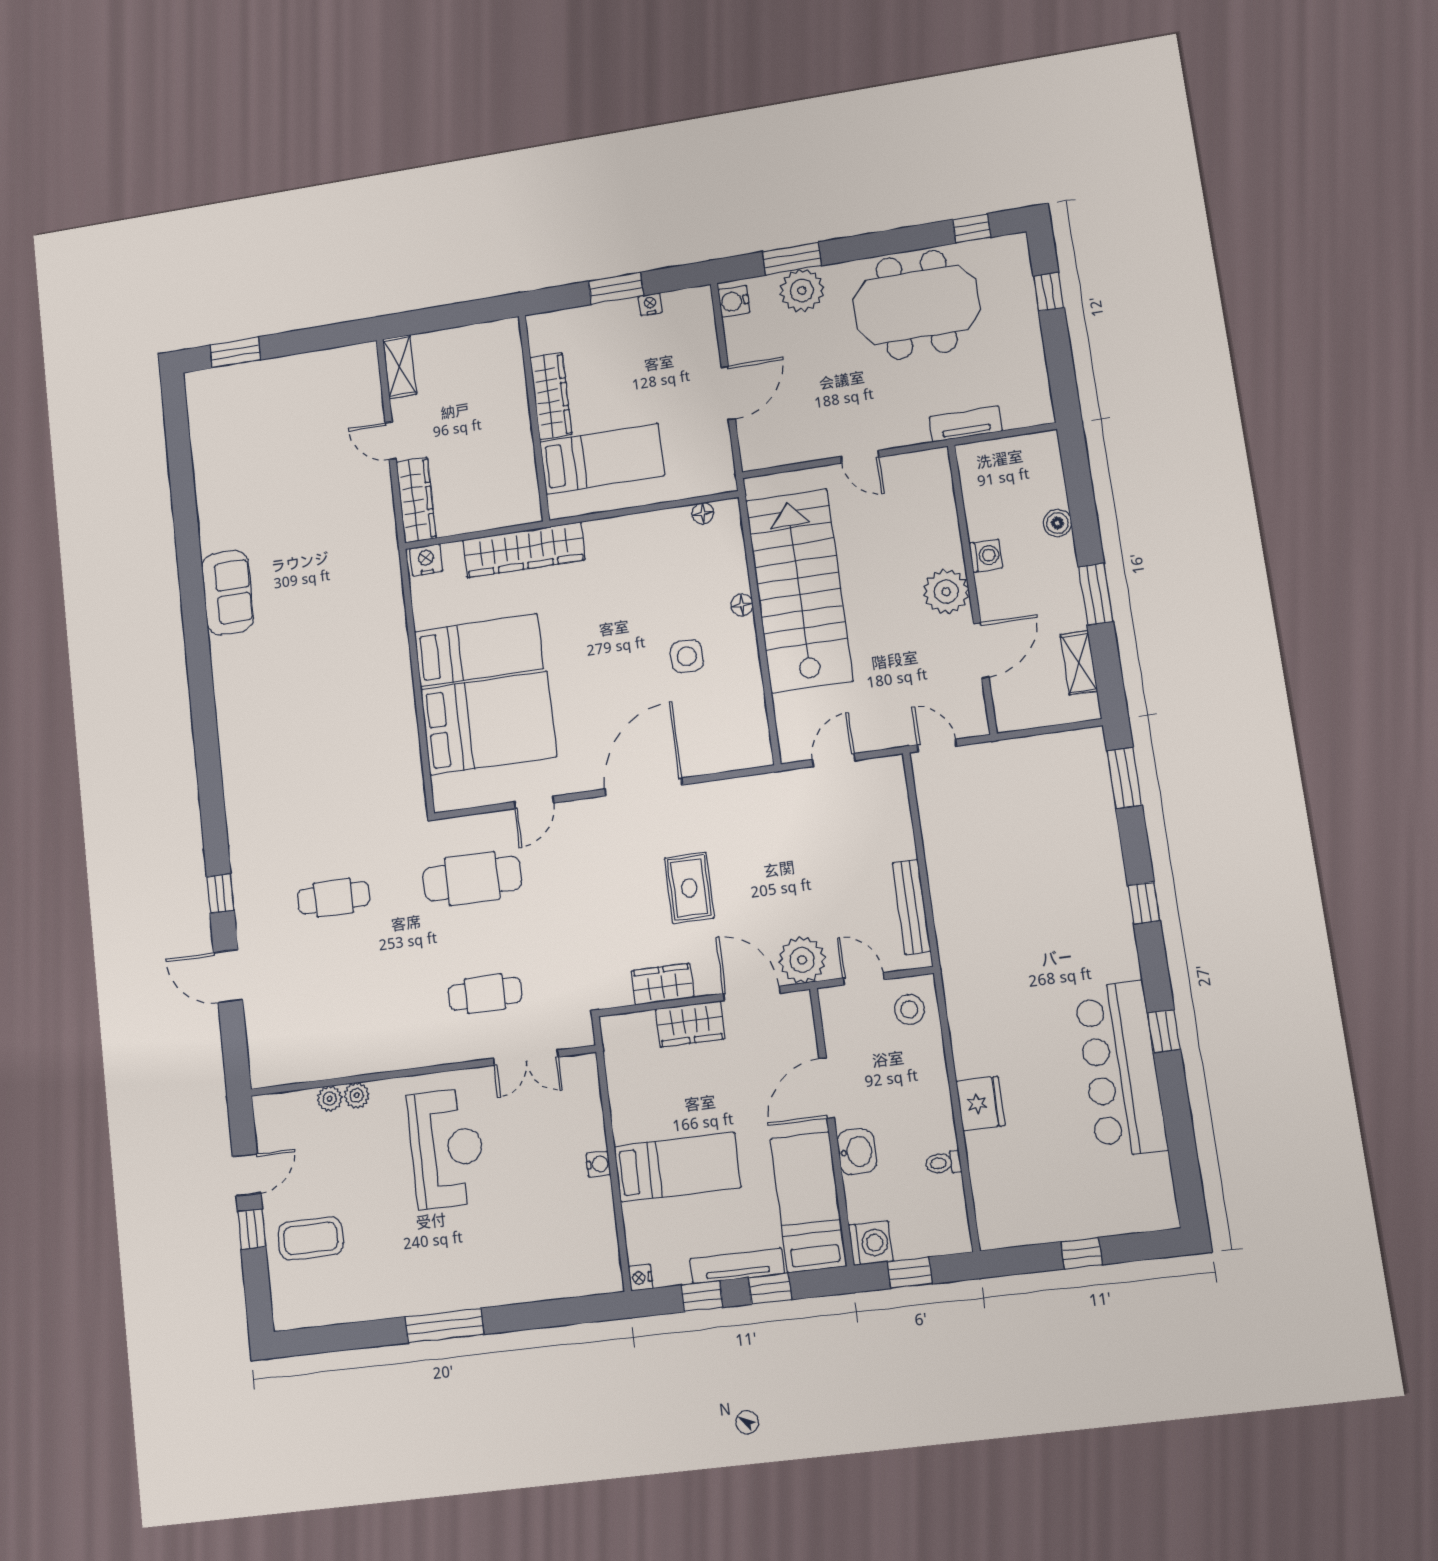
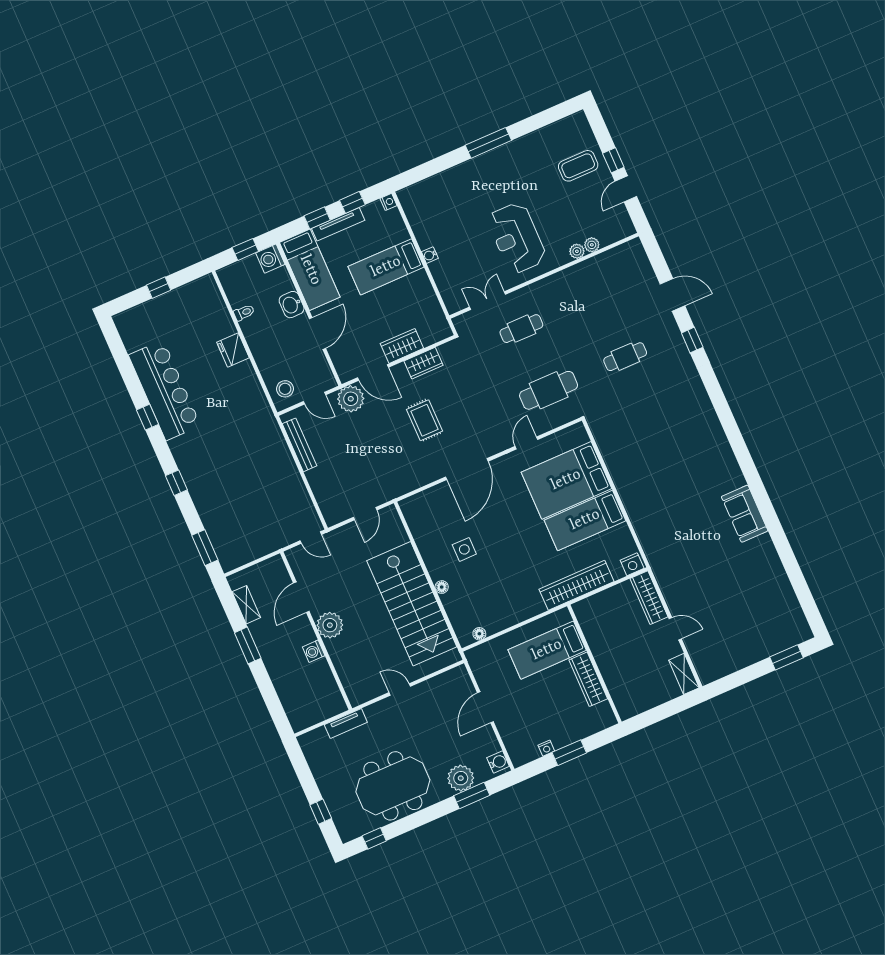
boiler: (1057, 523) -> (279, 680), removed

